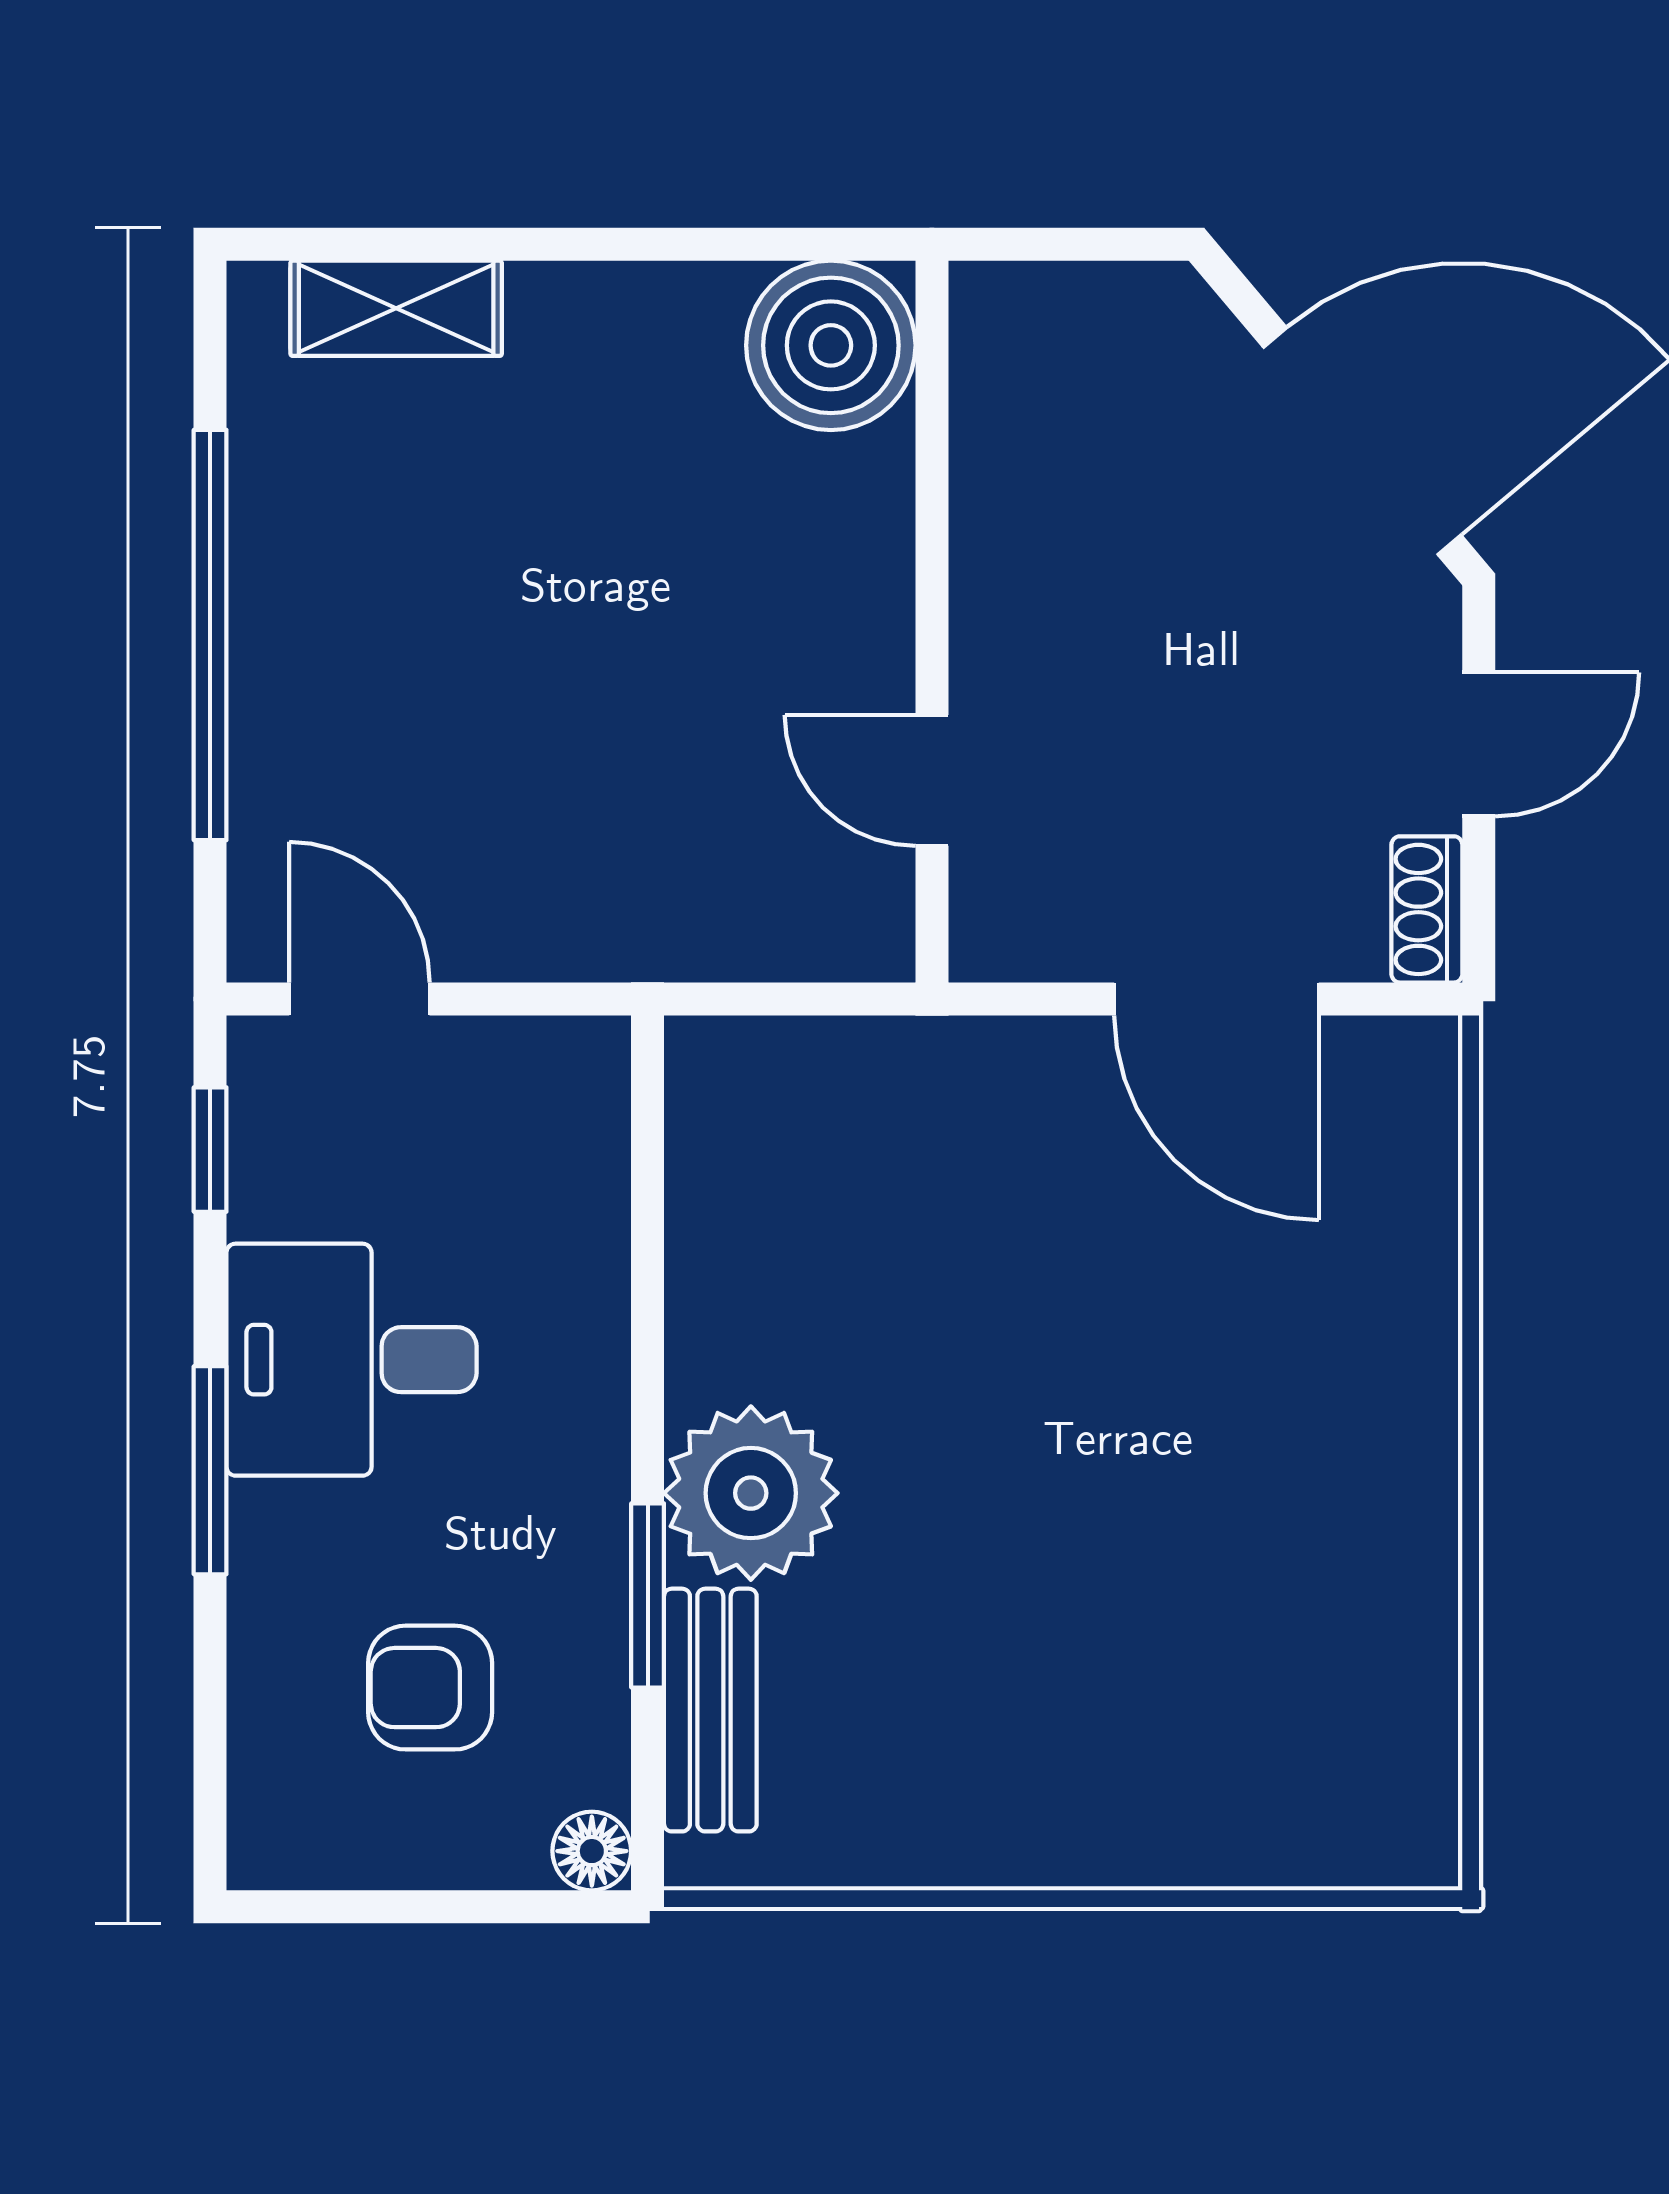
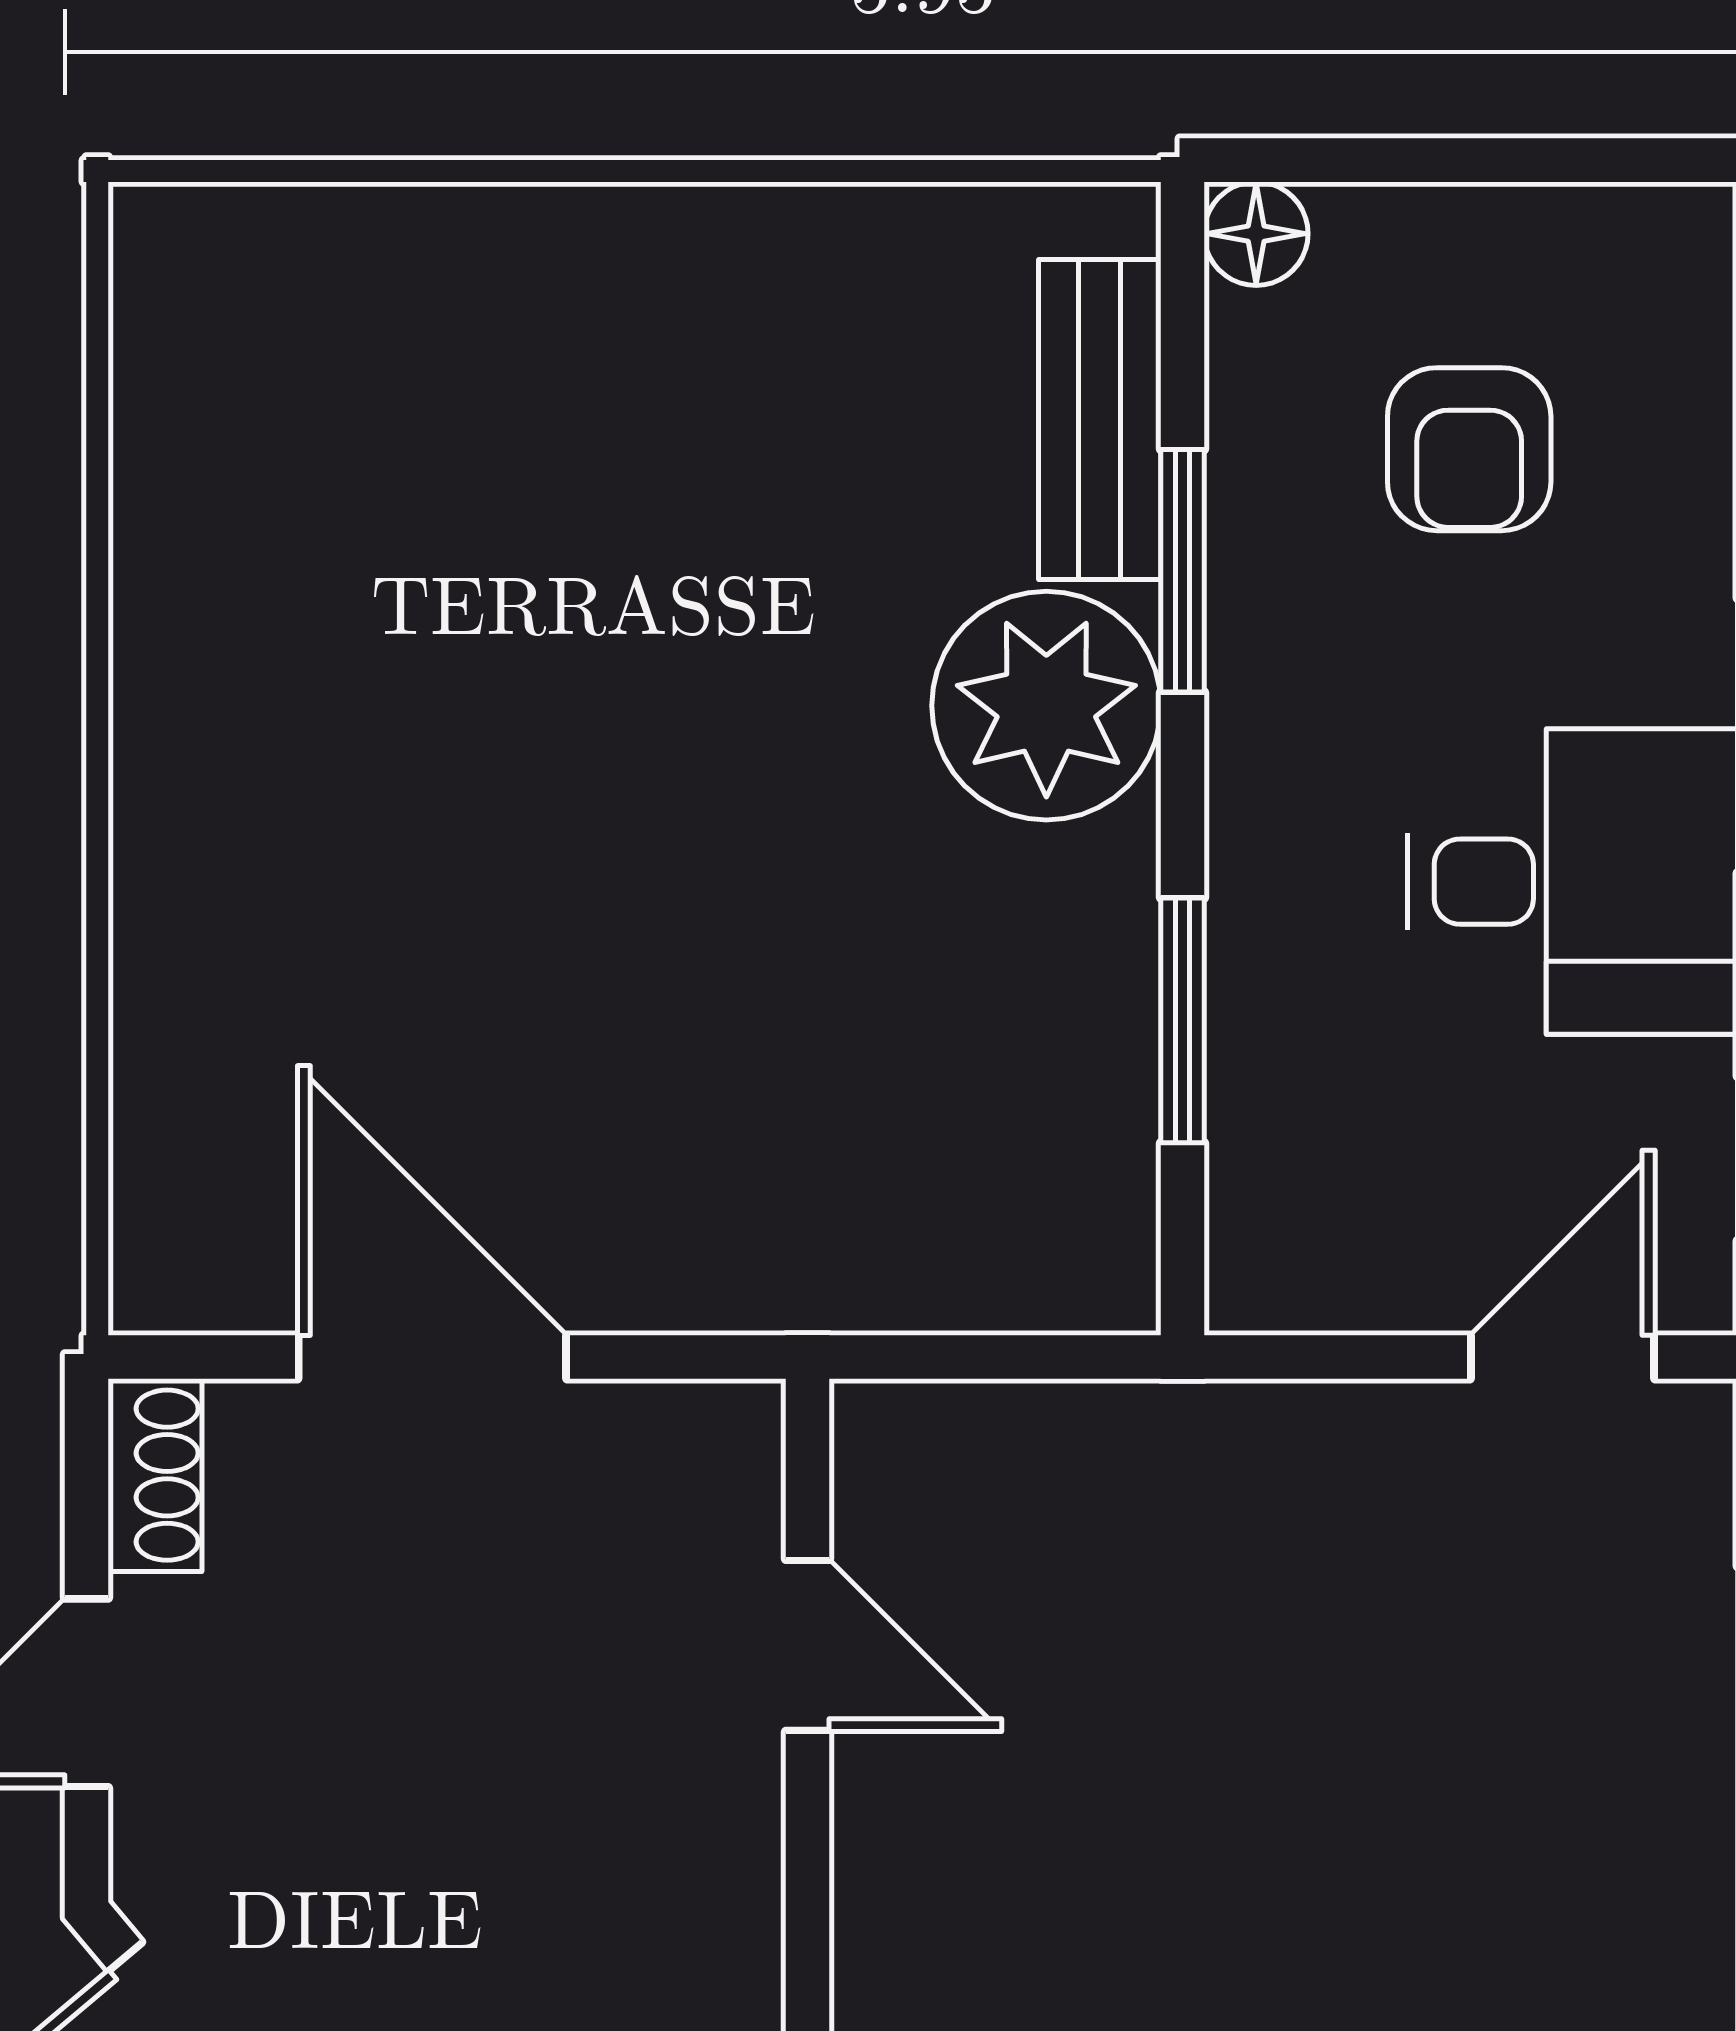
door: (359, 999) -> (1562, 1357), swing flipped
window: (648, 1254) -> (1183, 1020), added
armchair: (430, 1688) -> (1469, 449), turned 90

